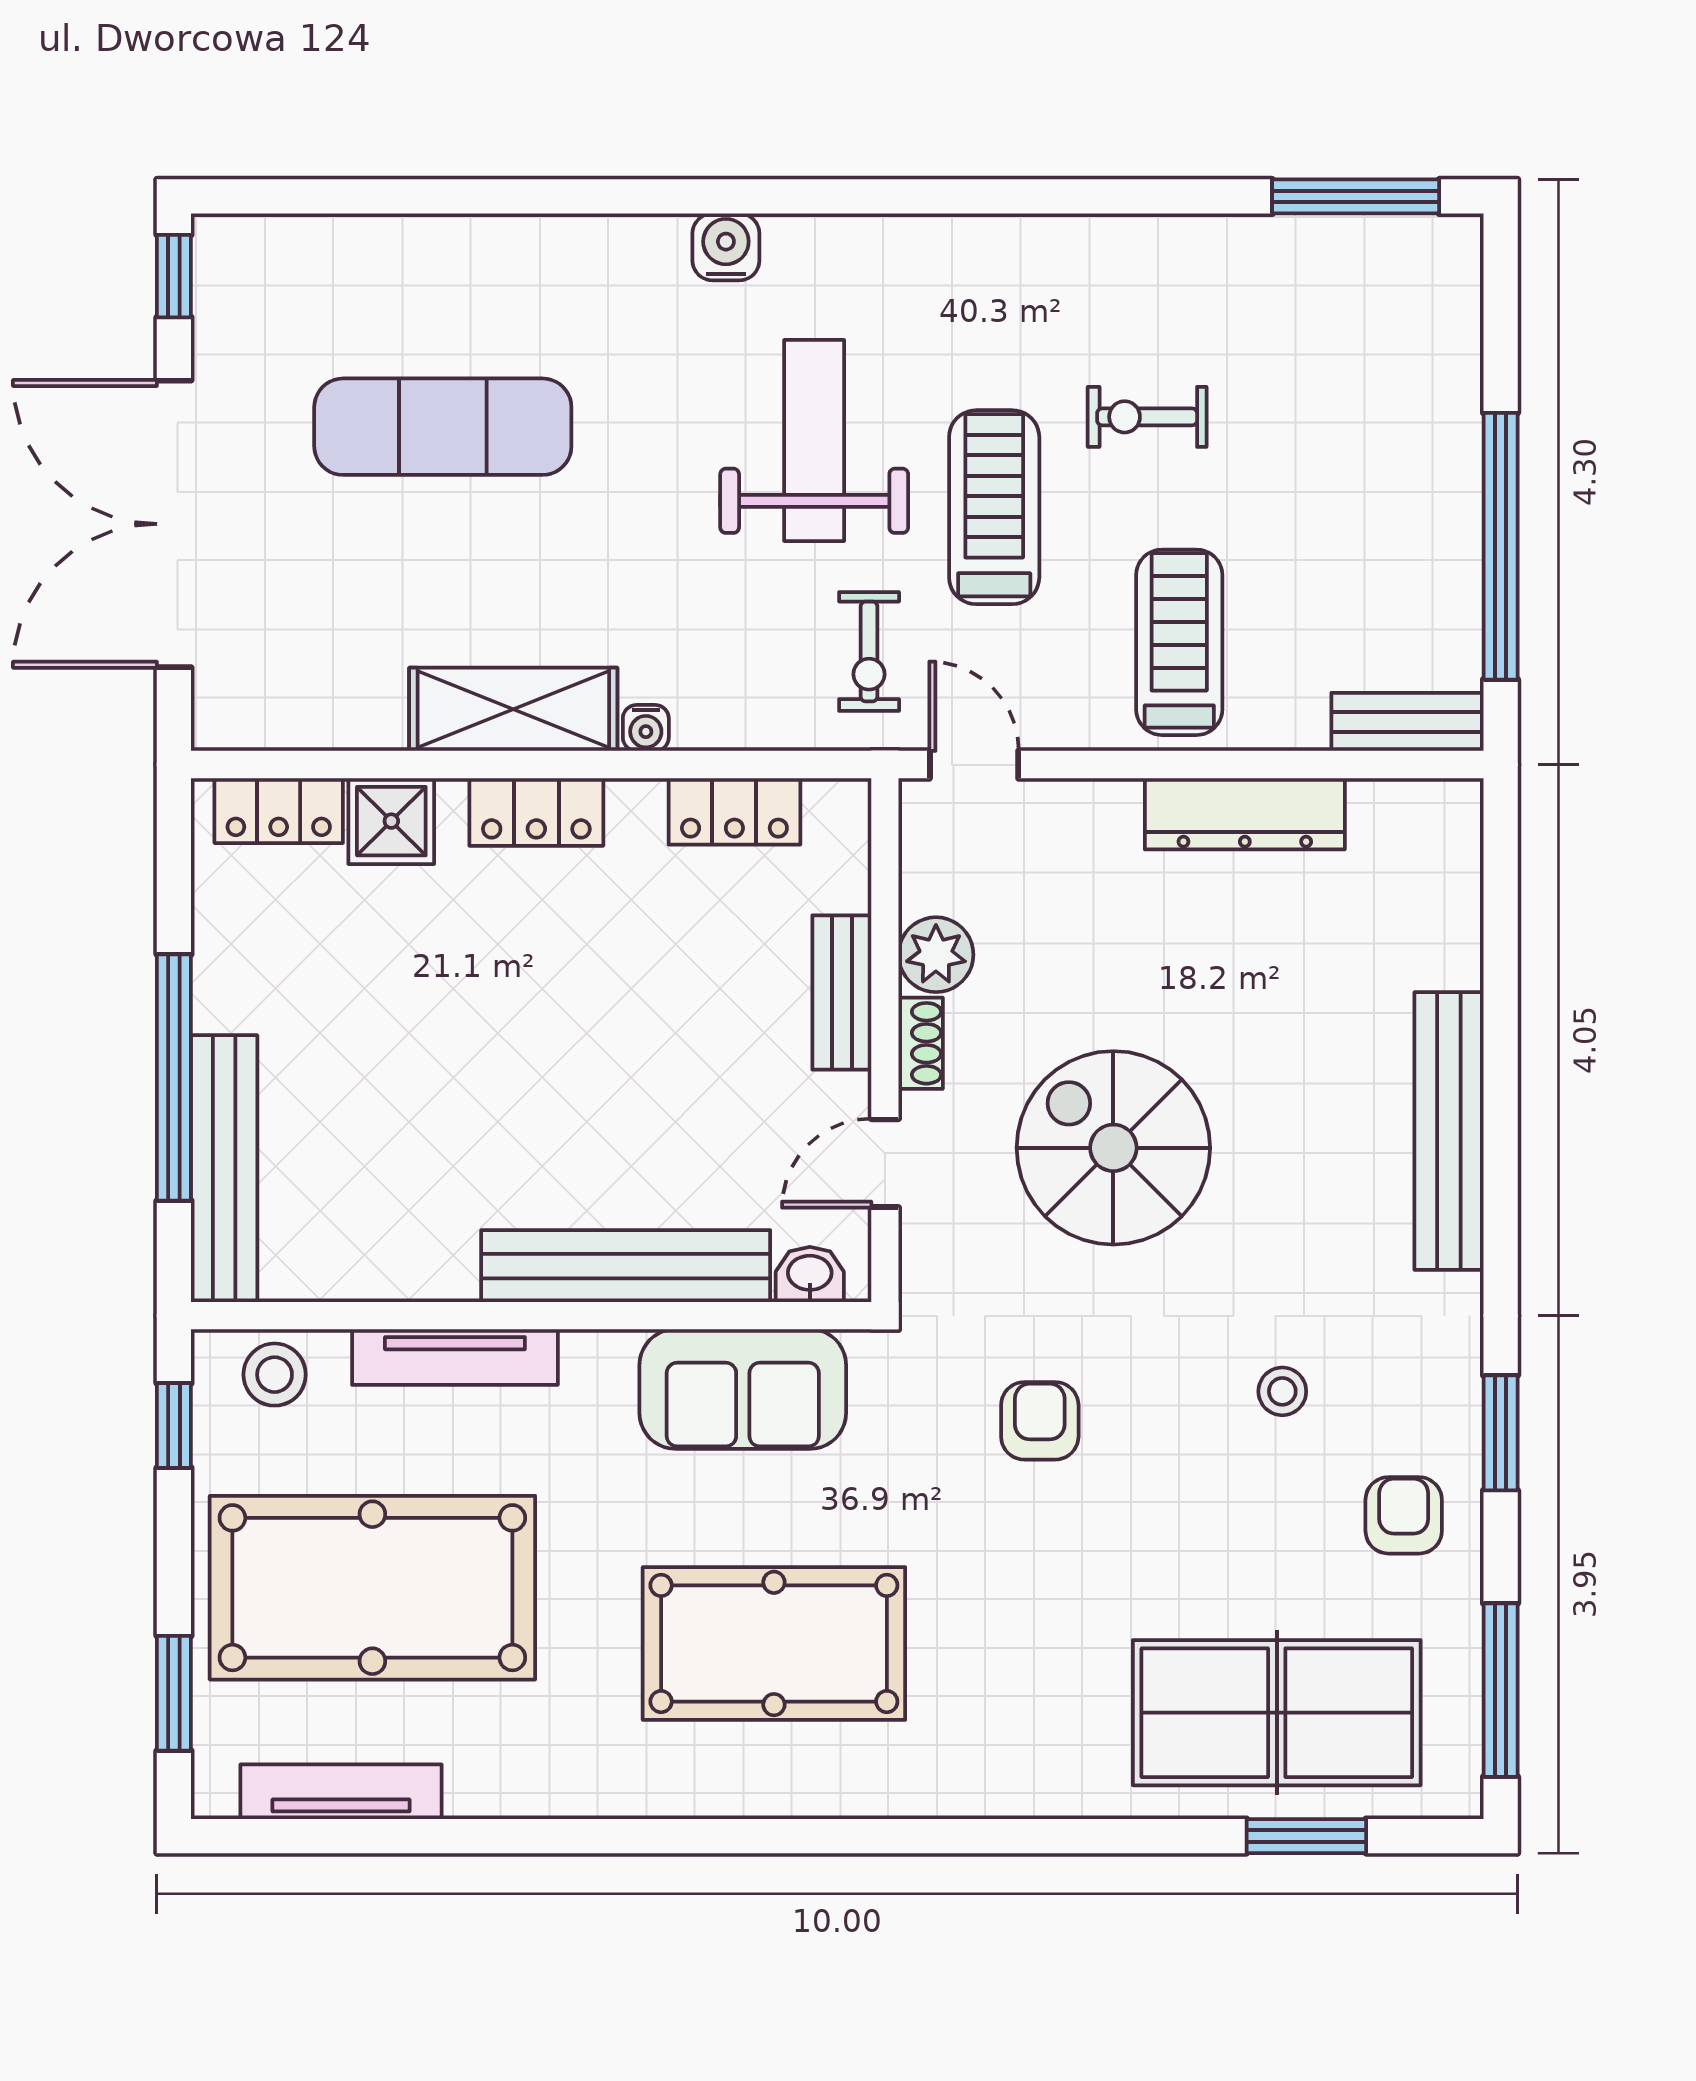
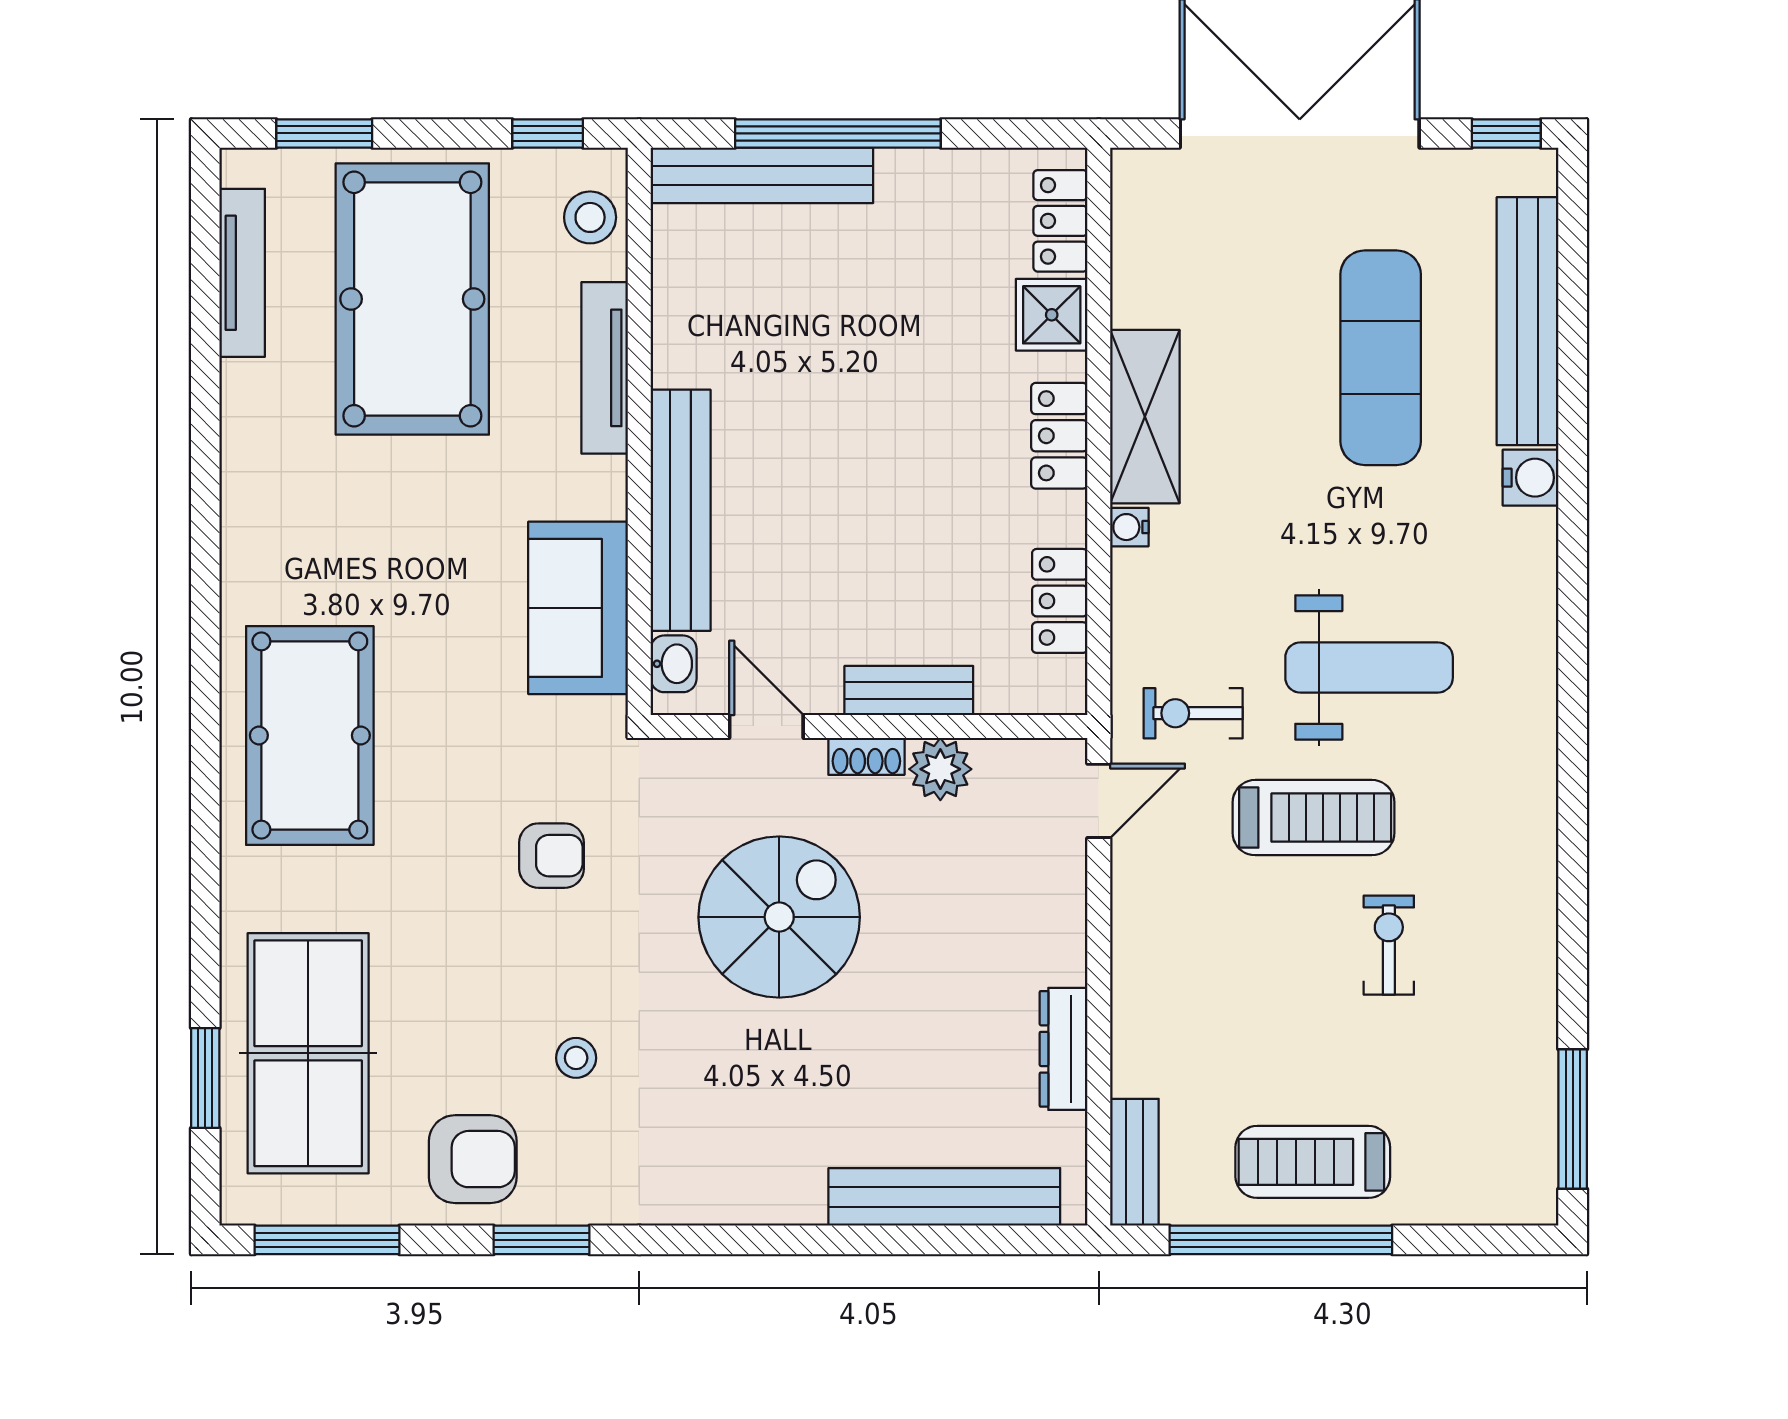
water cooler: (726, 247) -> (1531, 478), moved
bench: (399, 250) -> (1528, 321), added
treadmill: (1179, 642) -> (1313, 1162), moved, turned 180
dresser: (1245, 814) -> (1064, 1049), width x0.73, depth x0.80
bench: (1449, 1131) -> (944, 1197), moved
armchair: (1404, 1515) -> (473, 1159), width x1.38, depth x1.38
pool table: (774, 1643) -> (310, 735), moved

